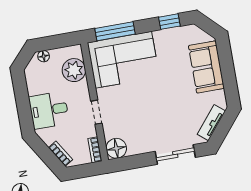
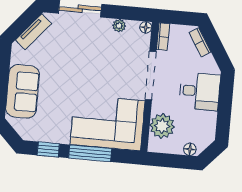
window: (115, 31) -> (90, 153), moved
doorway: (96, 112) -> (151, 76), width x1.88
floor lamp: (116, 148) -> (146, 27), width x0.53, depth x0.53
plant: (137, 149) -> (119, 26), added

